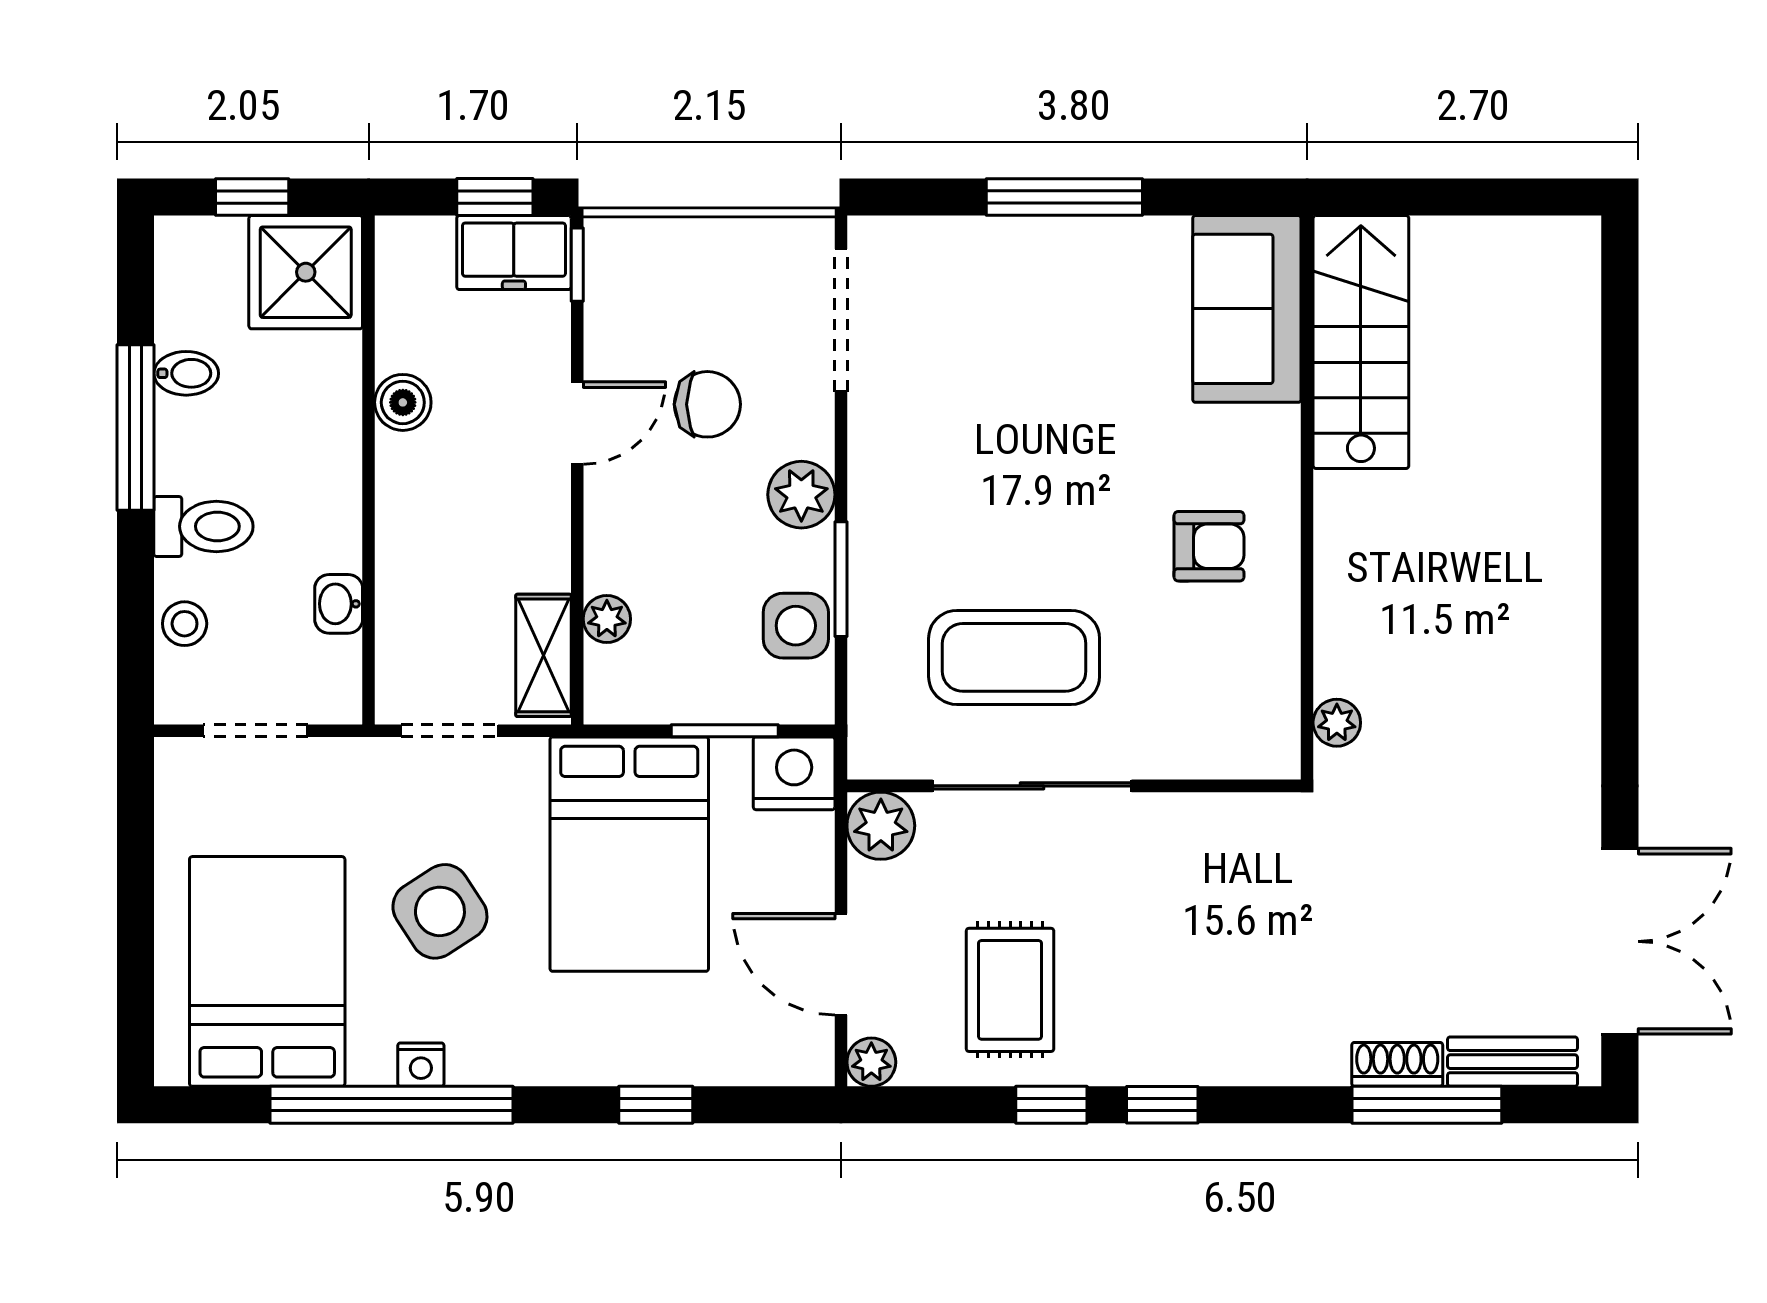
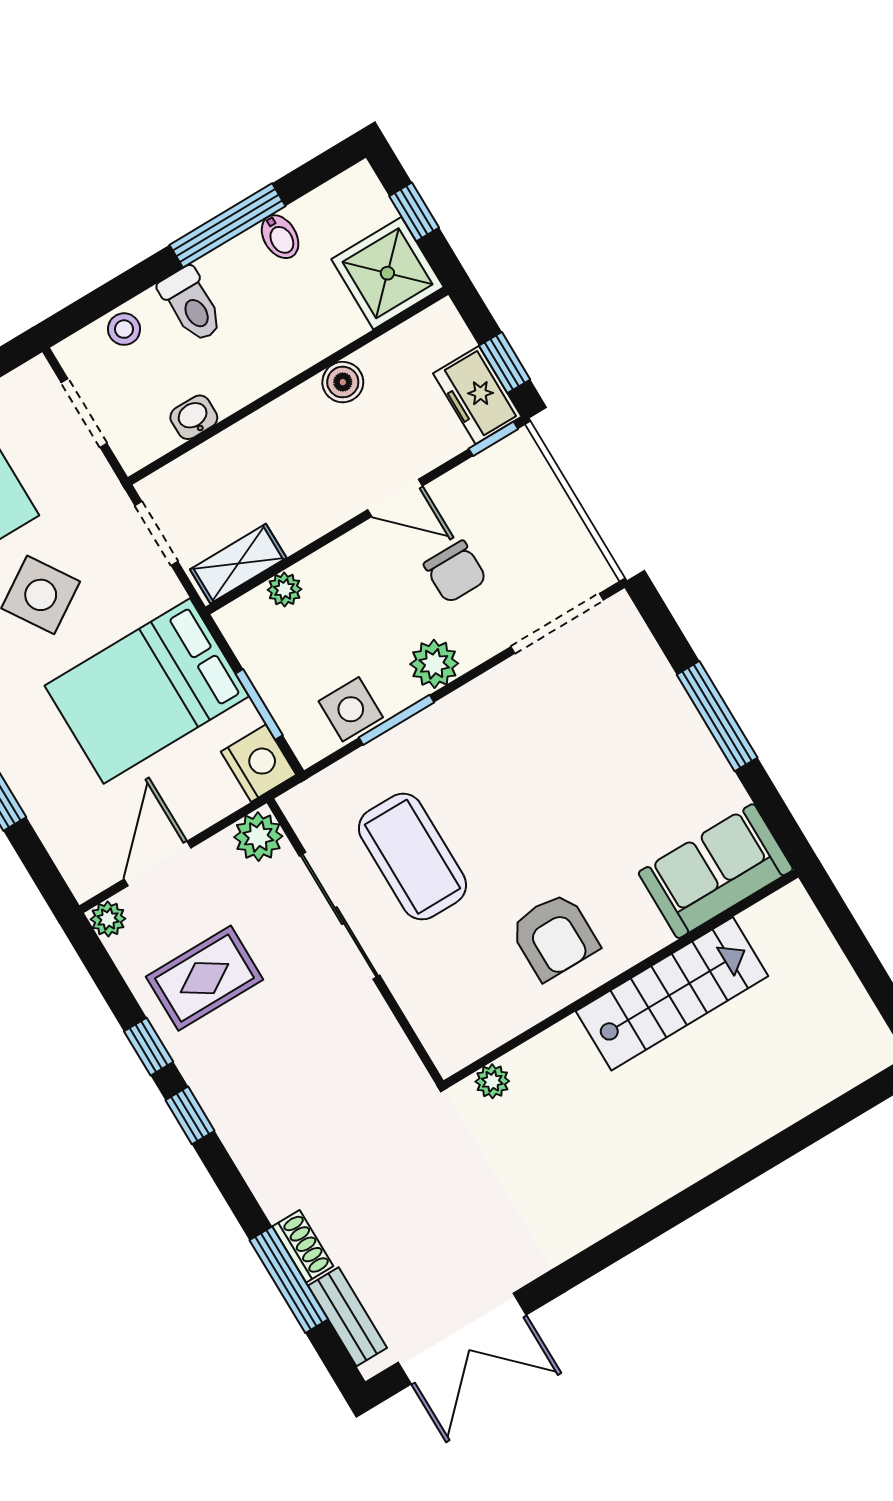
stairs: (1361, 342) -> (672, 994), moved
armchair: (1209, 546) -> (554, 936), width x1.38, depth x1.38

